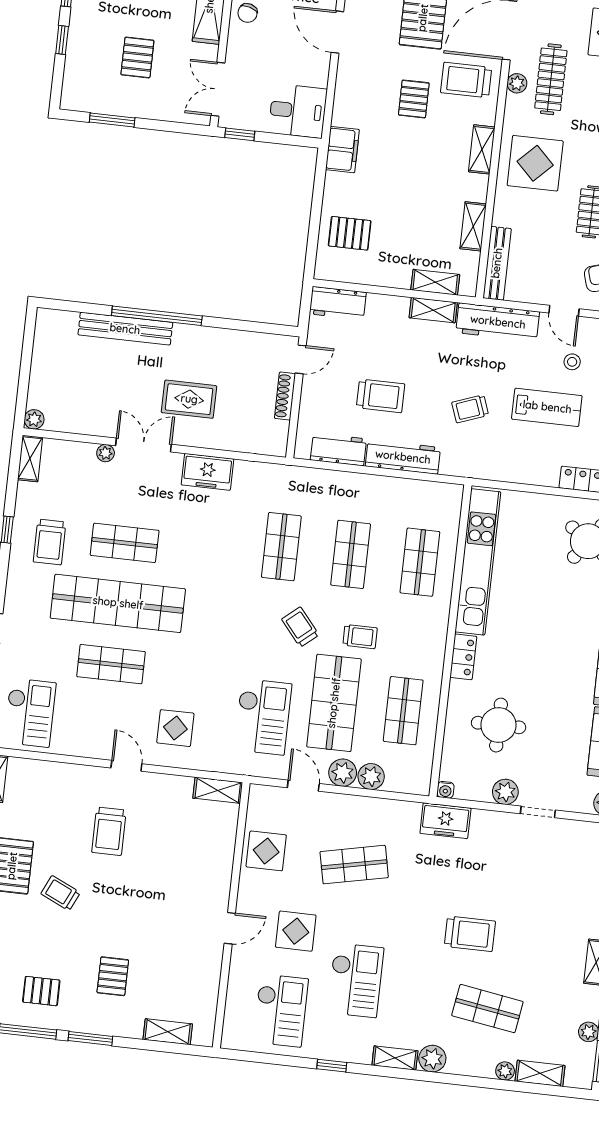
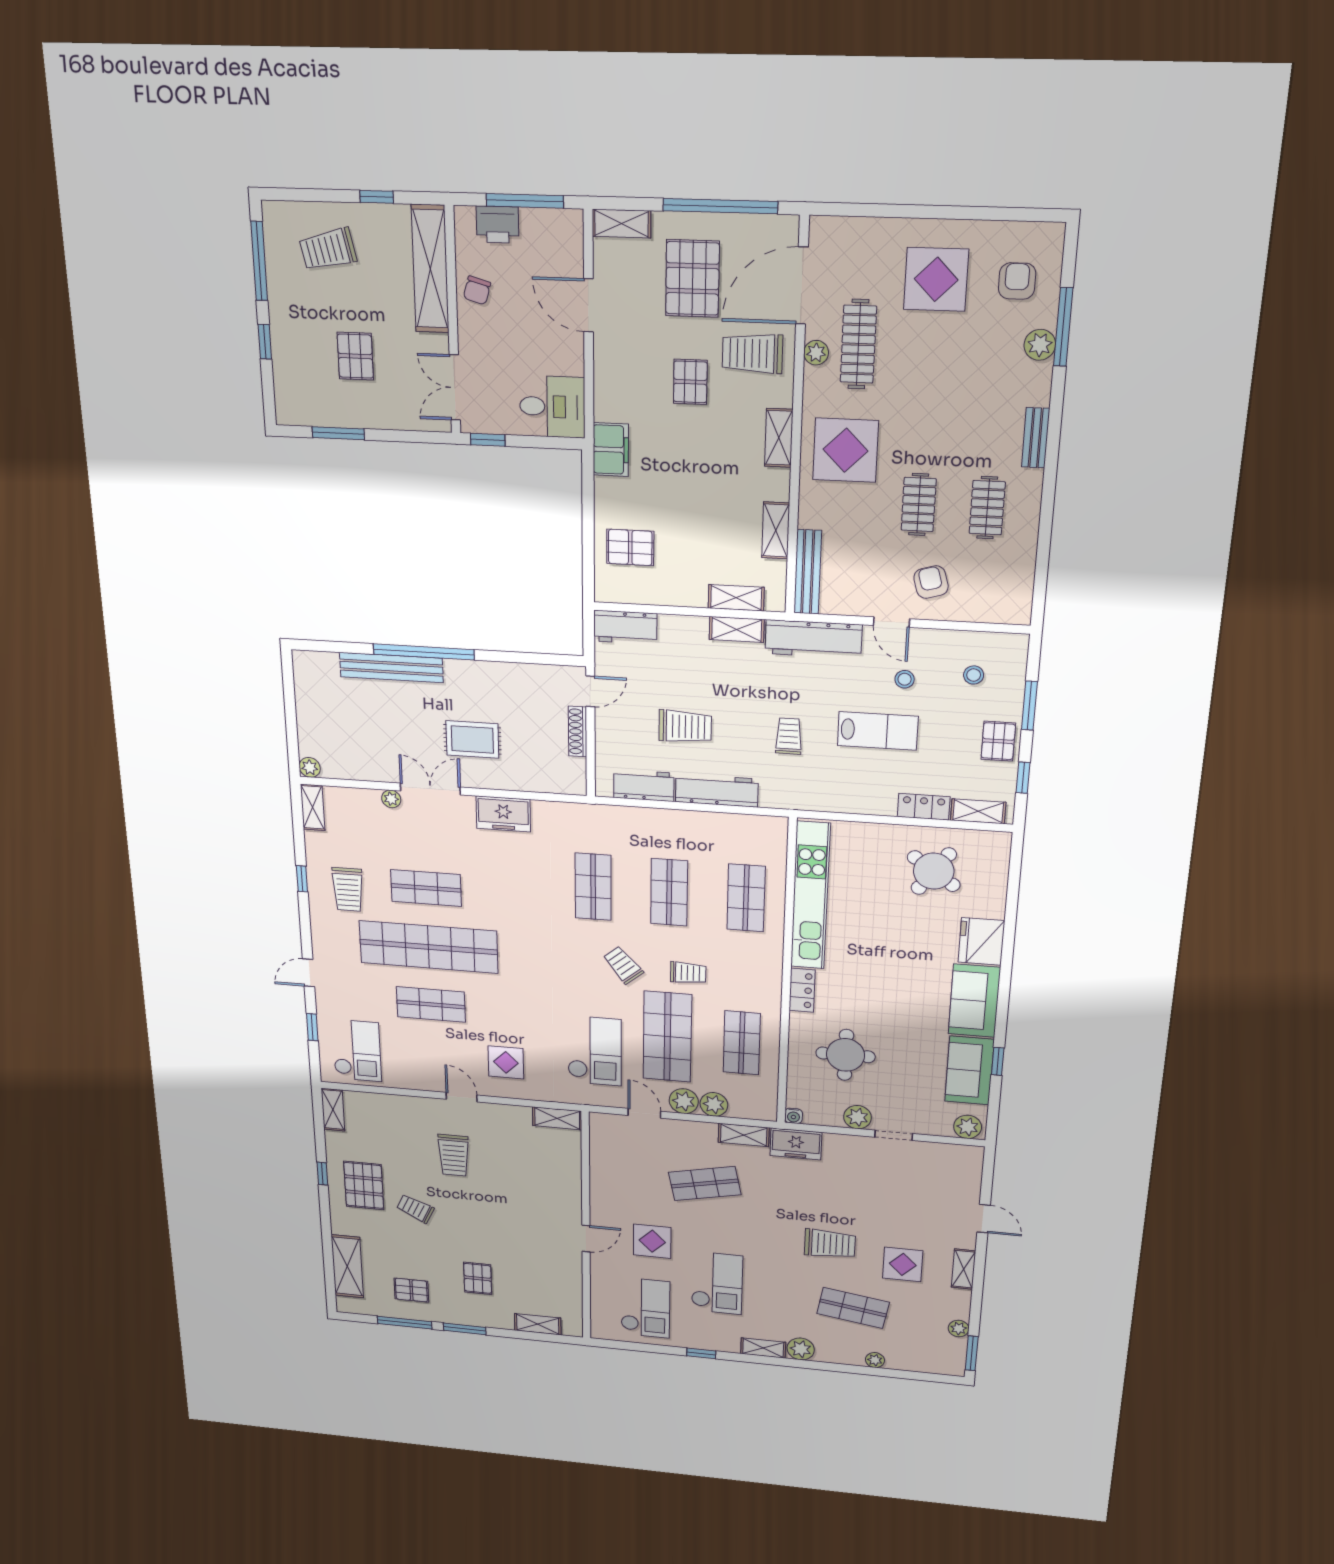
trolley: (470, 409) -> (789, 736), turned 110
display table: (266, 851) -> (903, 1264), moved
shelving: (540, 1073) -> (744, 1135), moved

